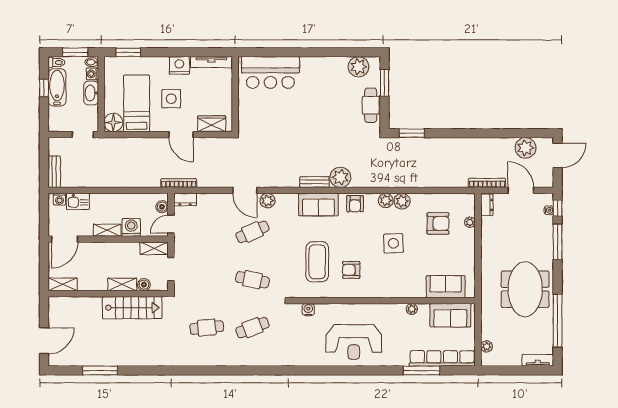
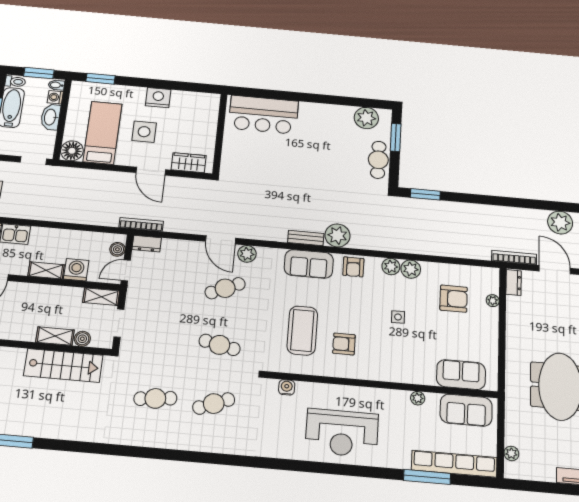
tv unit: (211, 62) -> (196, 98), removed
side table: (393, 243) -> (398, 317), width x0.54, depth x0.54

